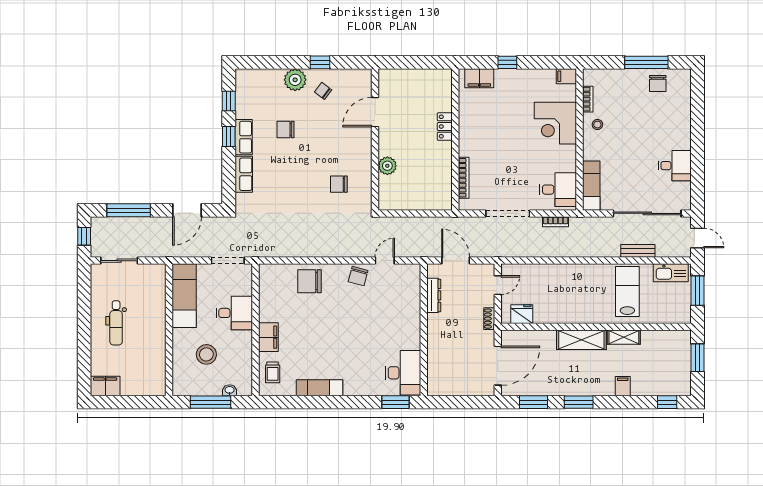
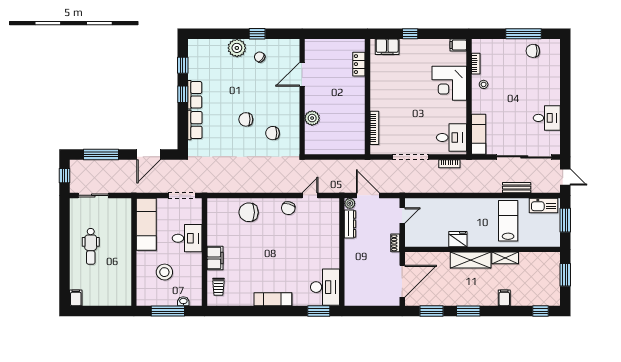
chair: (658, 83) -> (533, 51), turned 90
locker: (445, 127) -> (359, 64), moved
chair: (286, 129) -> (246, 119), moved
plant: (433, 270) -> (350, 203), added
fridge: (522, 314) -> (458, 239), moved
filing cabinet: (105, 386) -> (76, 298), width x0.50
exam couch: (320, 388) -> (273, 299), moved

